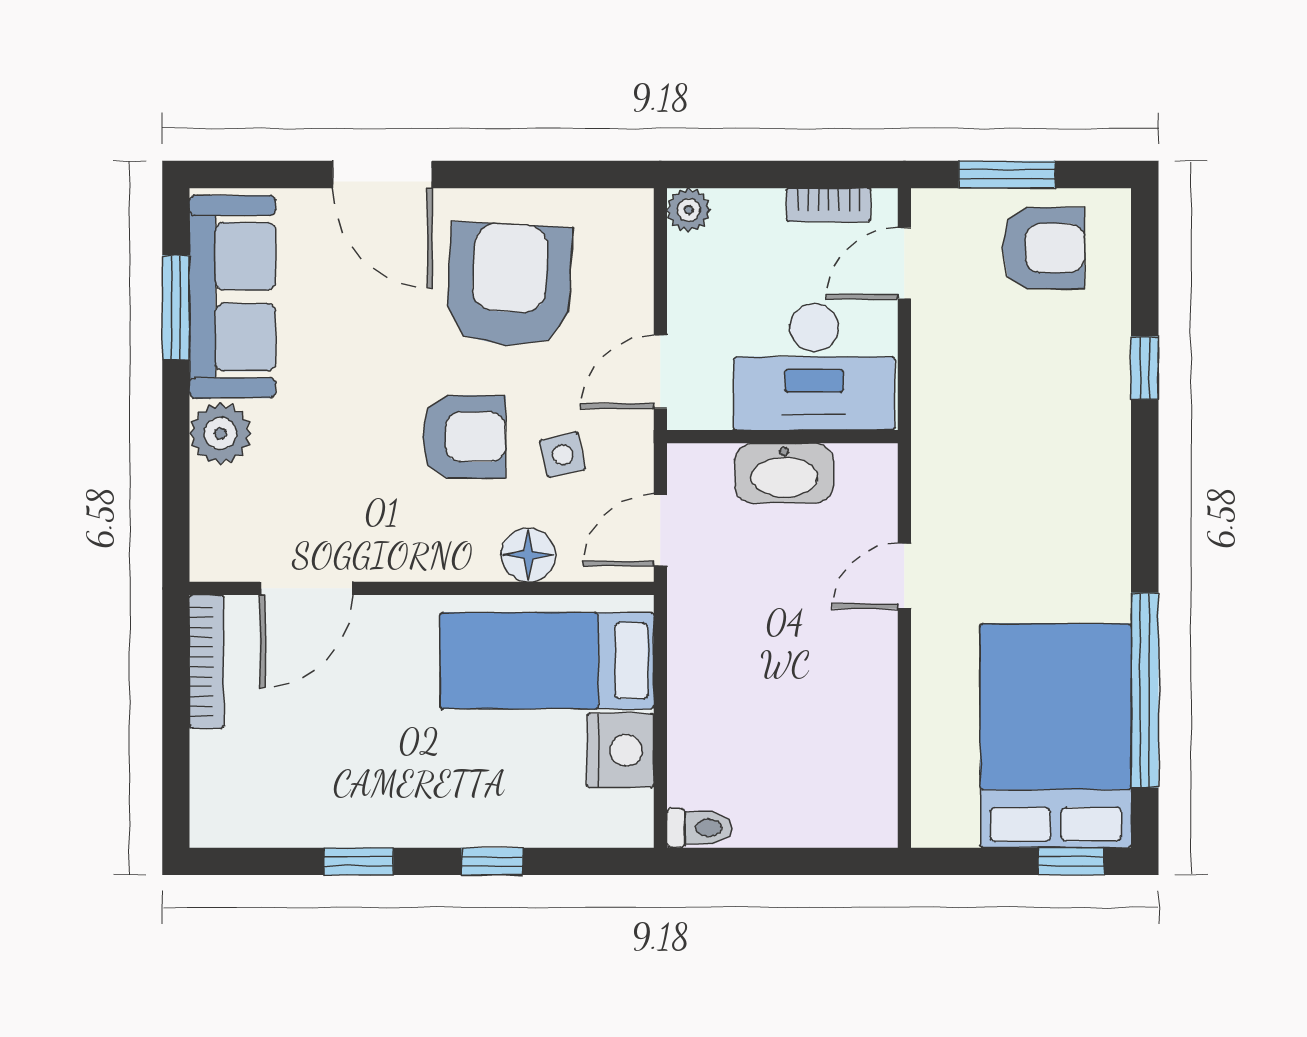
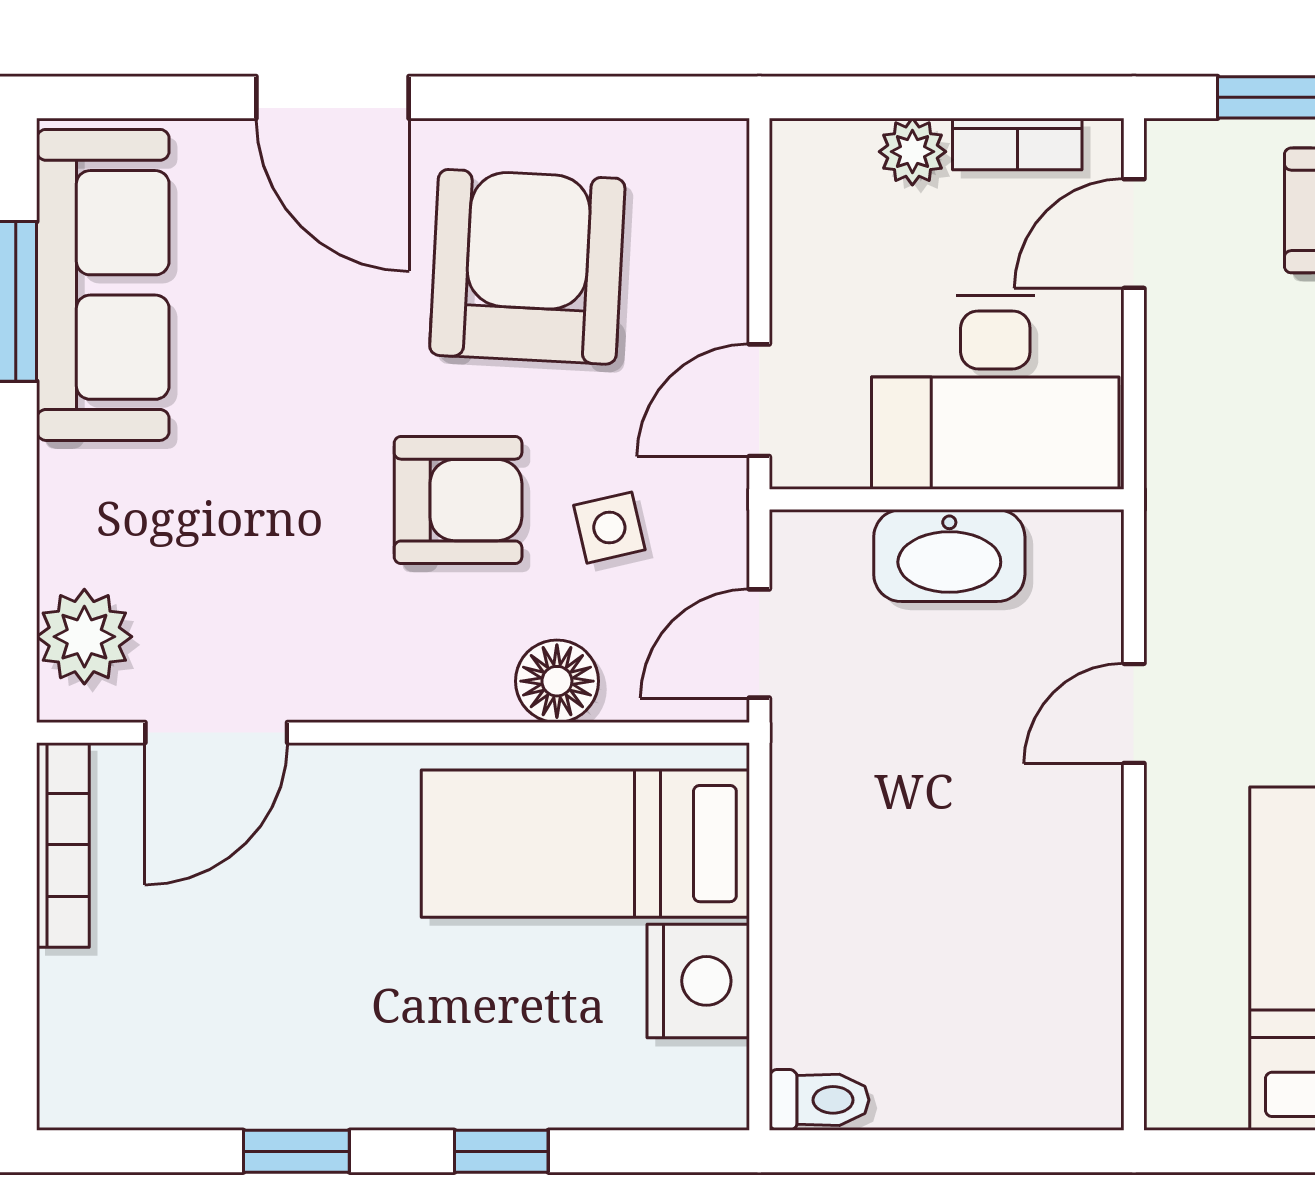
plant: (689, 210) -> (912, 152), moved
plant: (220, 433) -> (84, 637), moved

